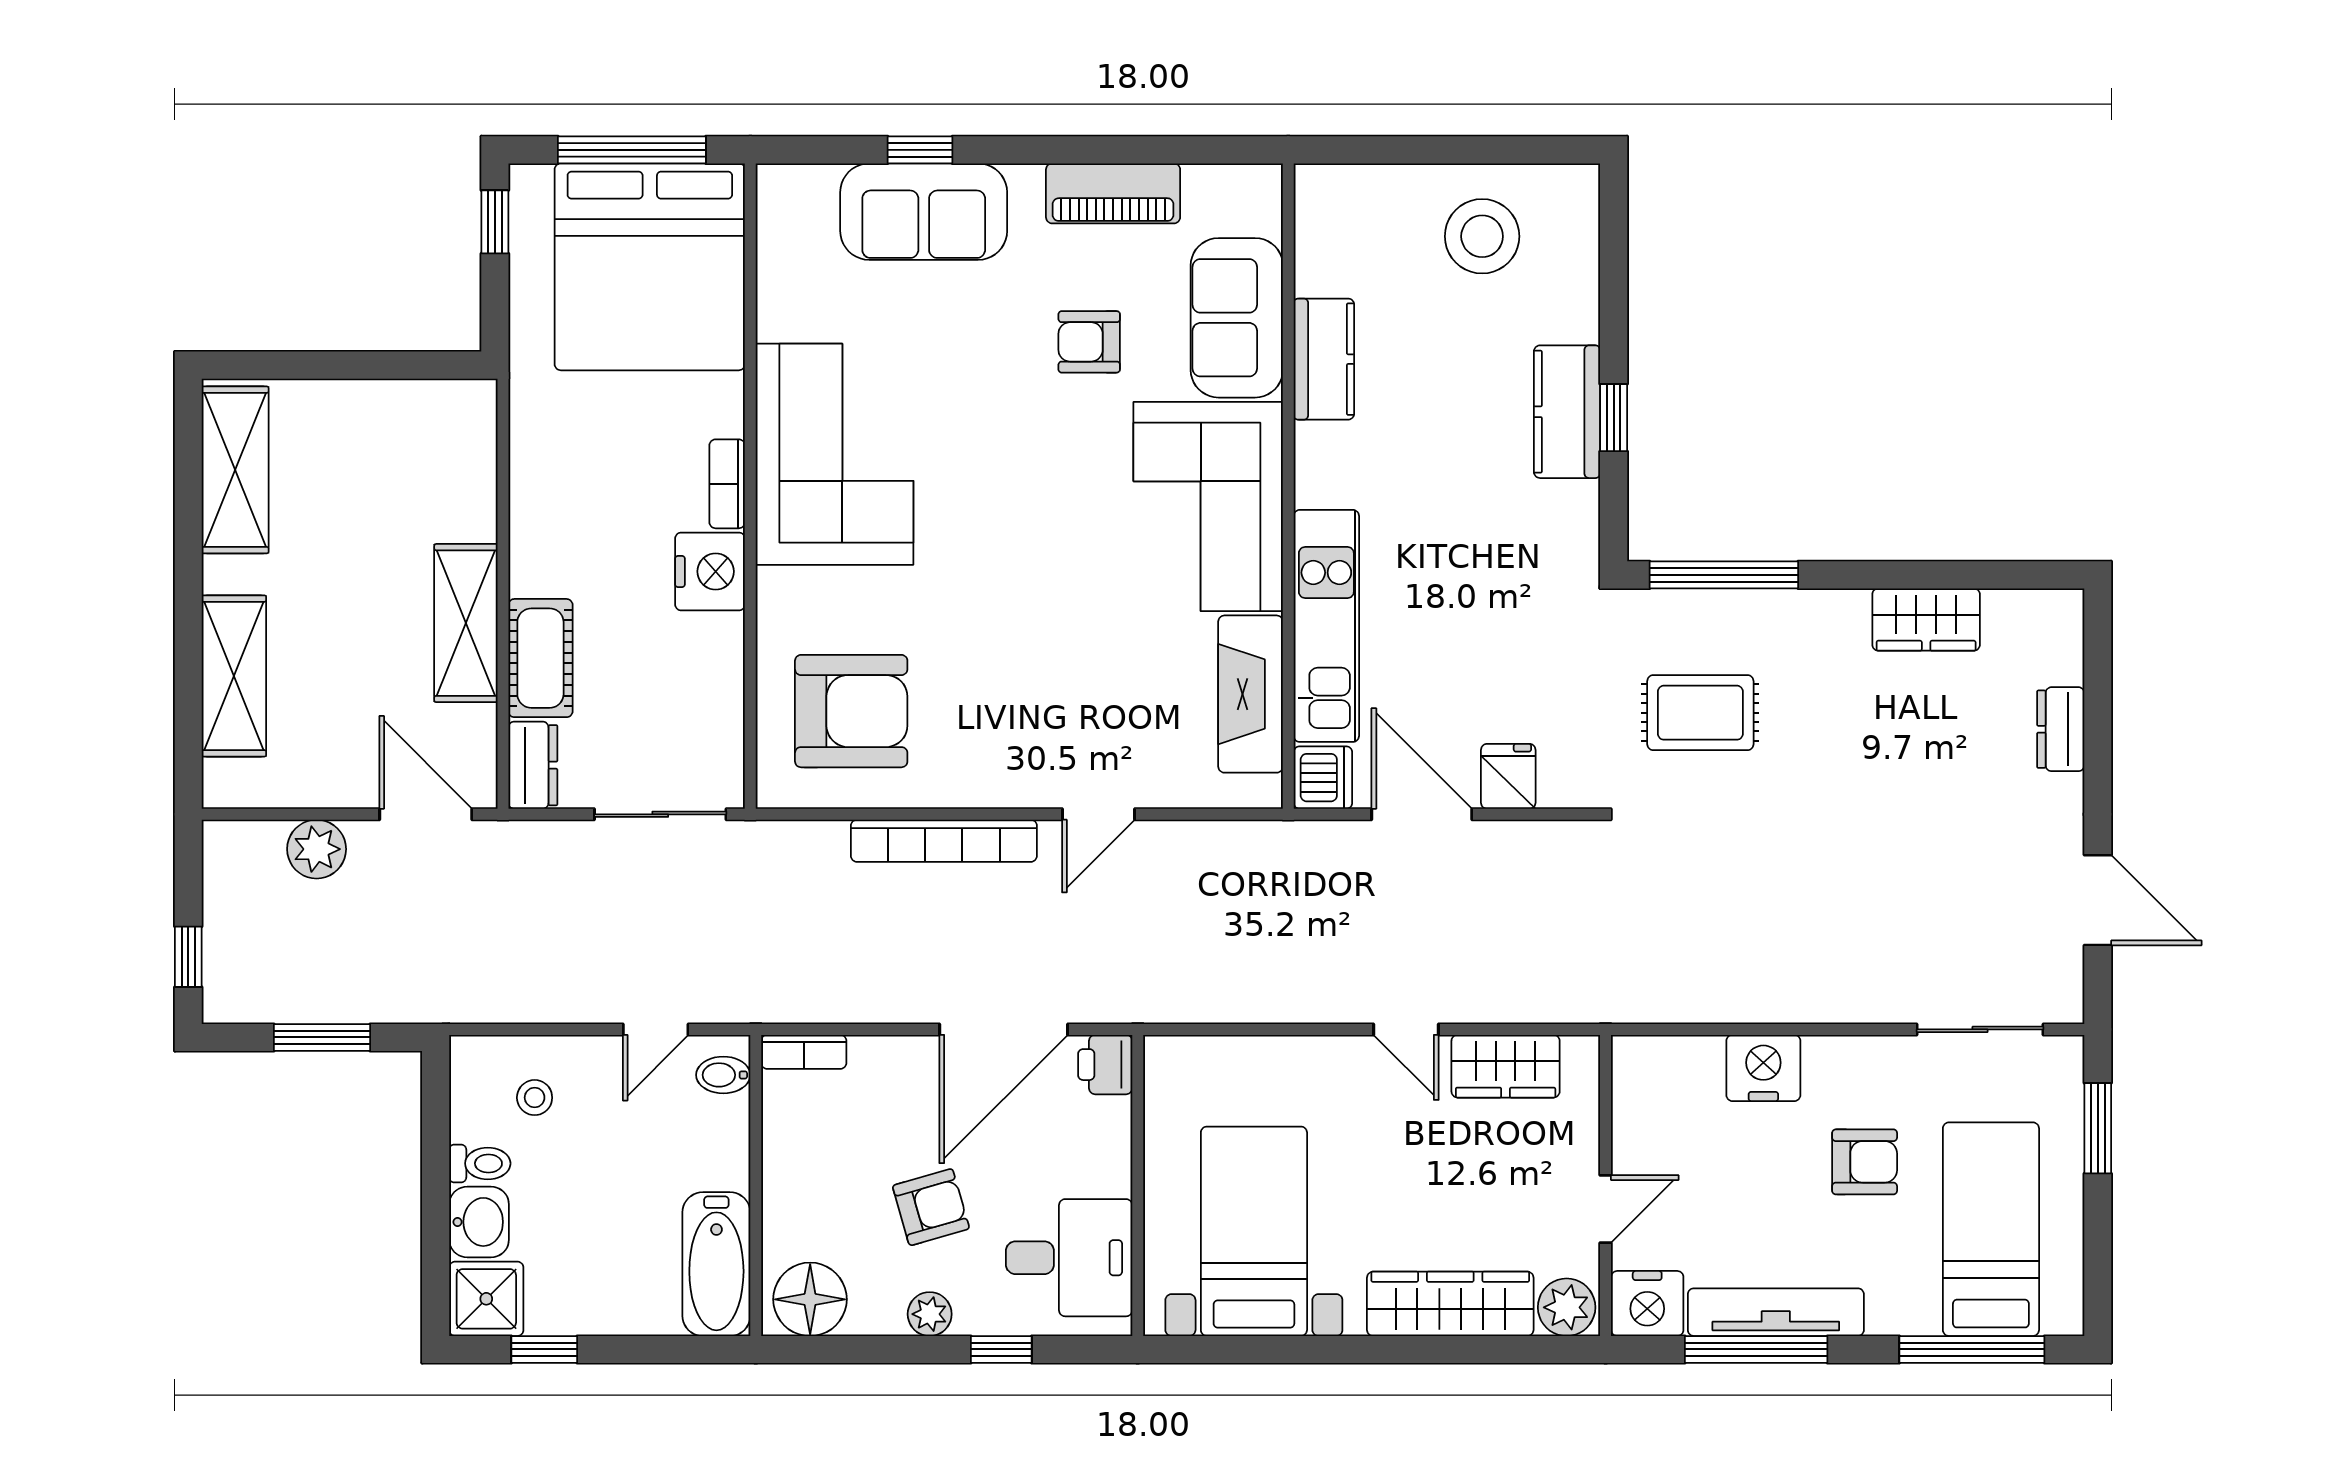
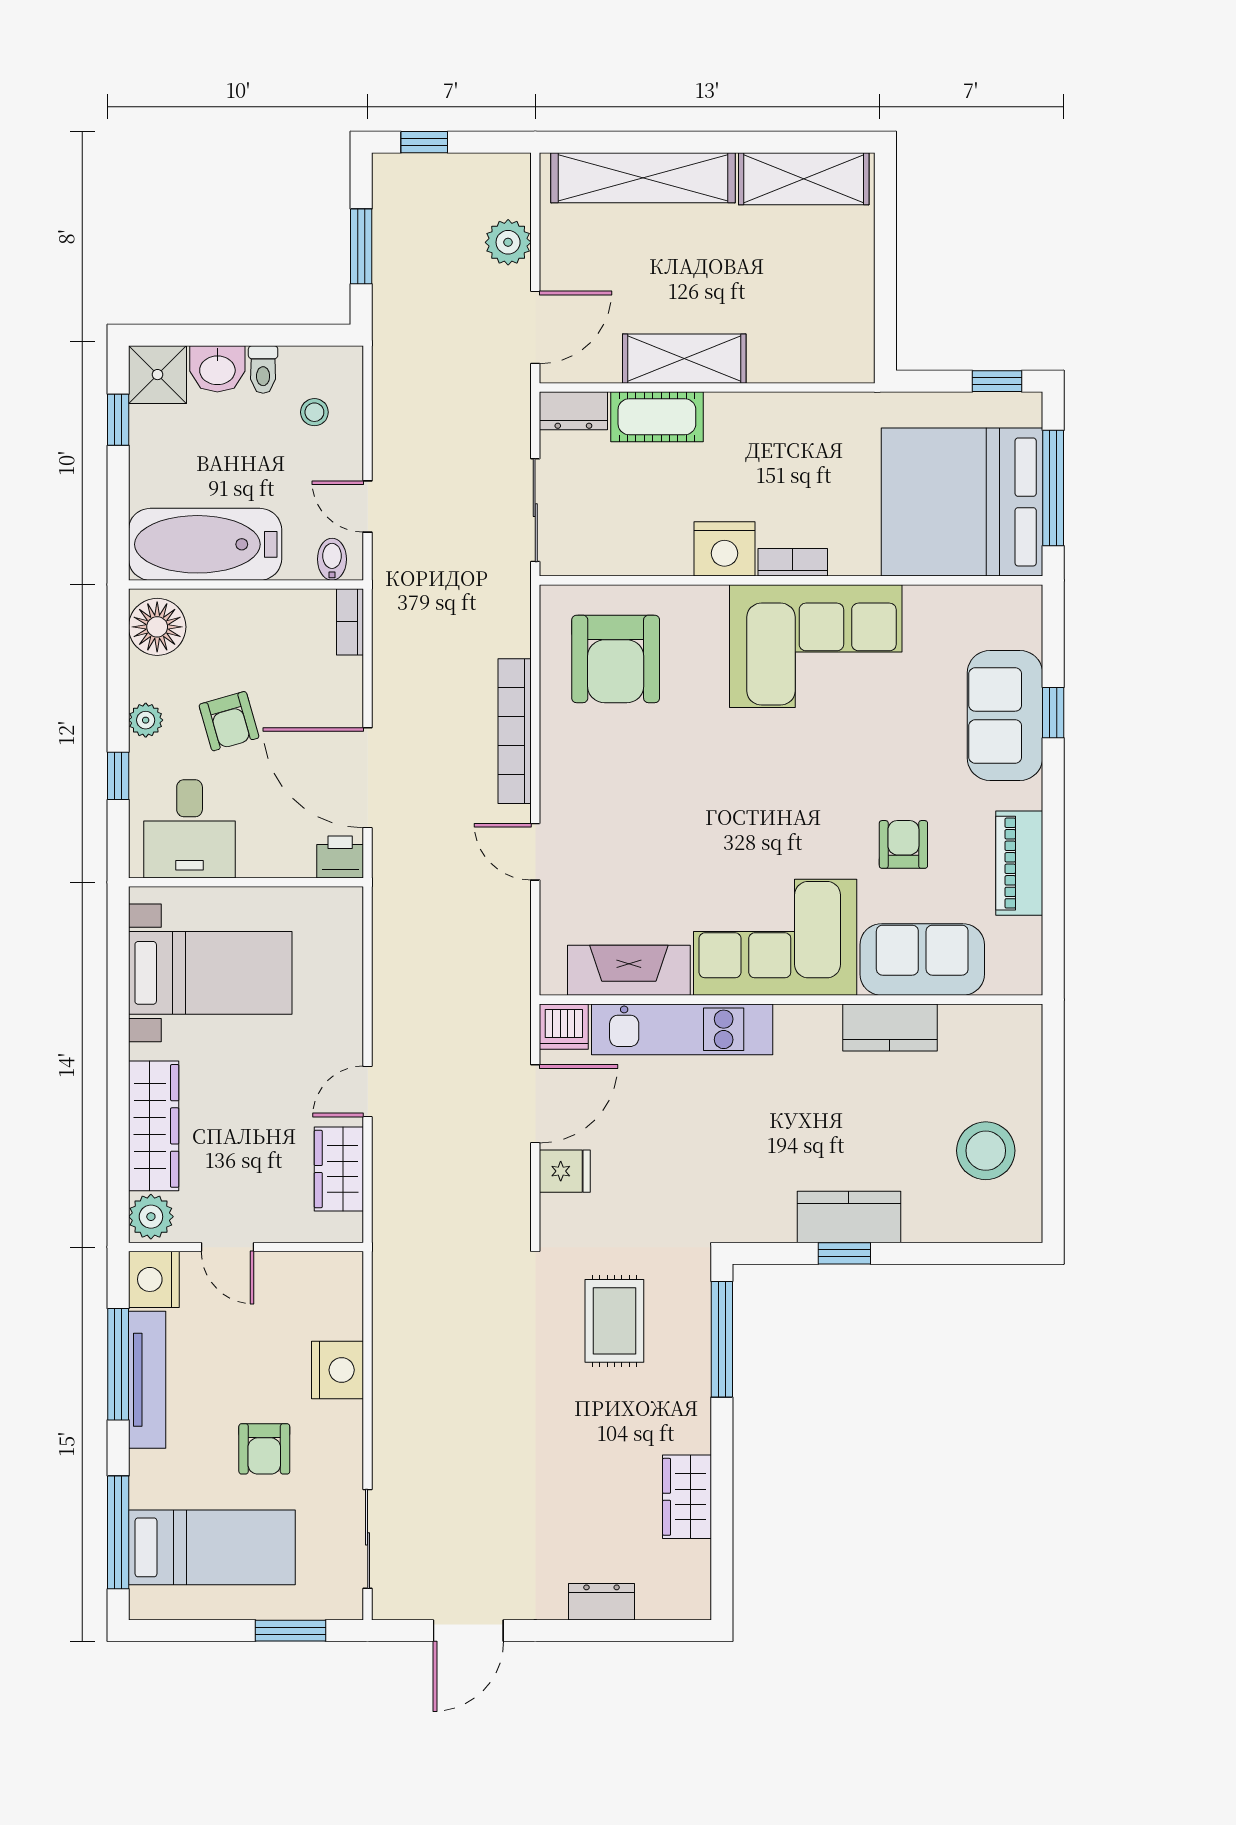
shelving: (234, 676) -> (643, 178), width x1.47
bathtub: (716, 1264) -> (205, 544), width x1.36, depth x1.36

